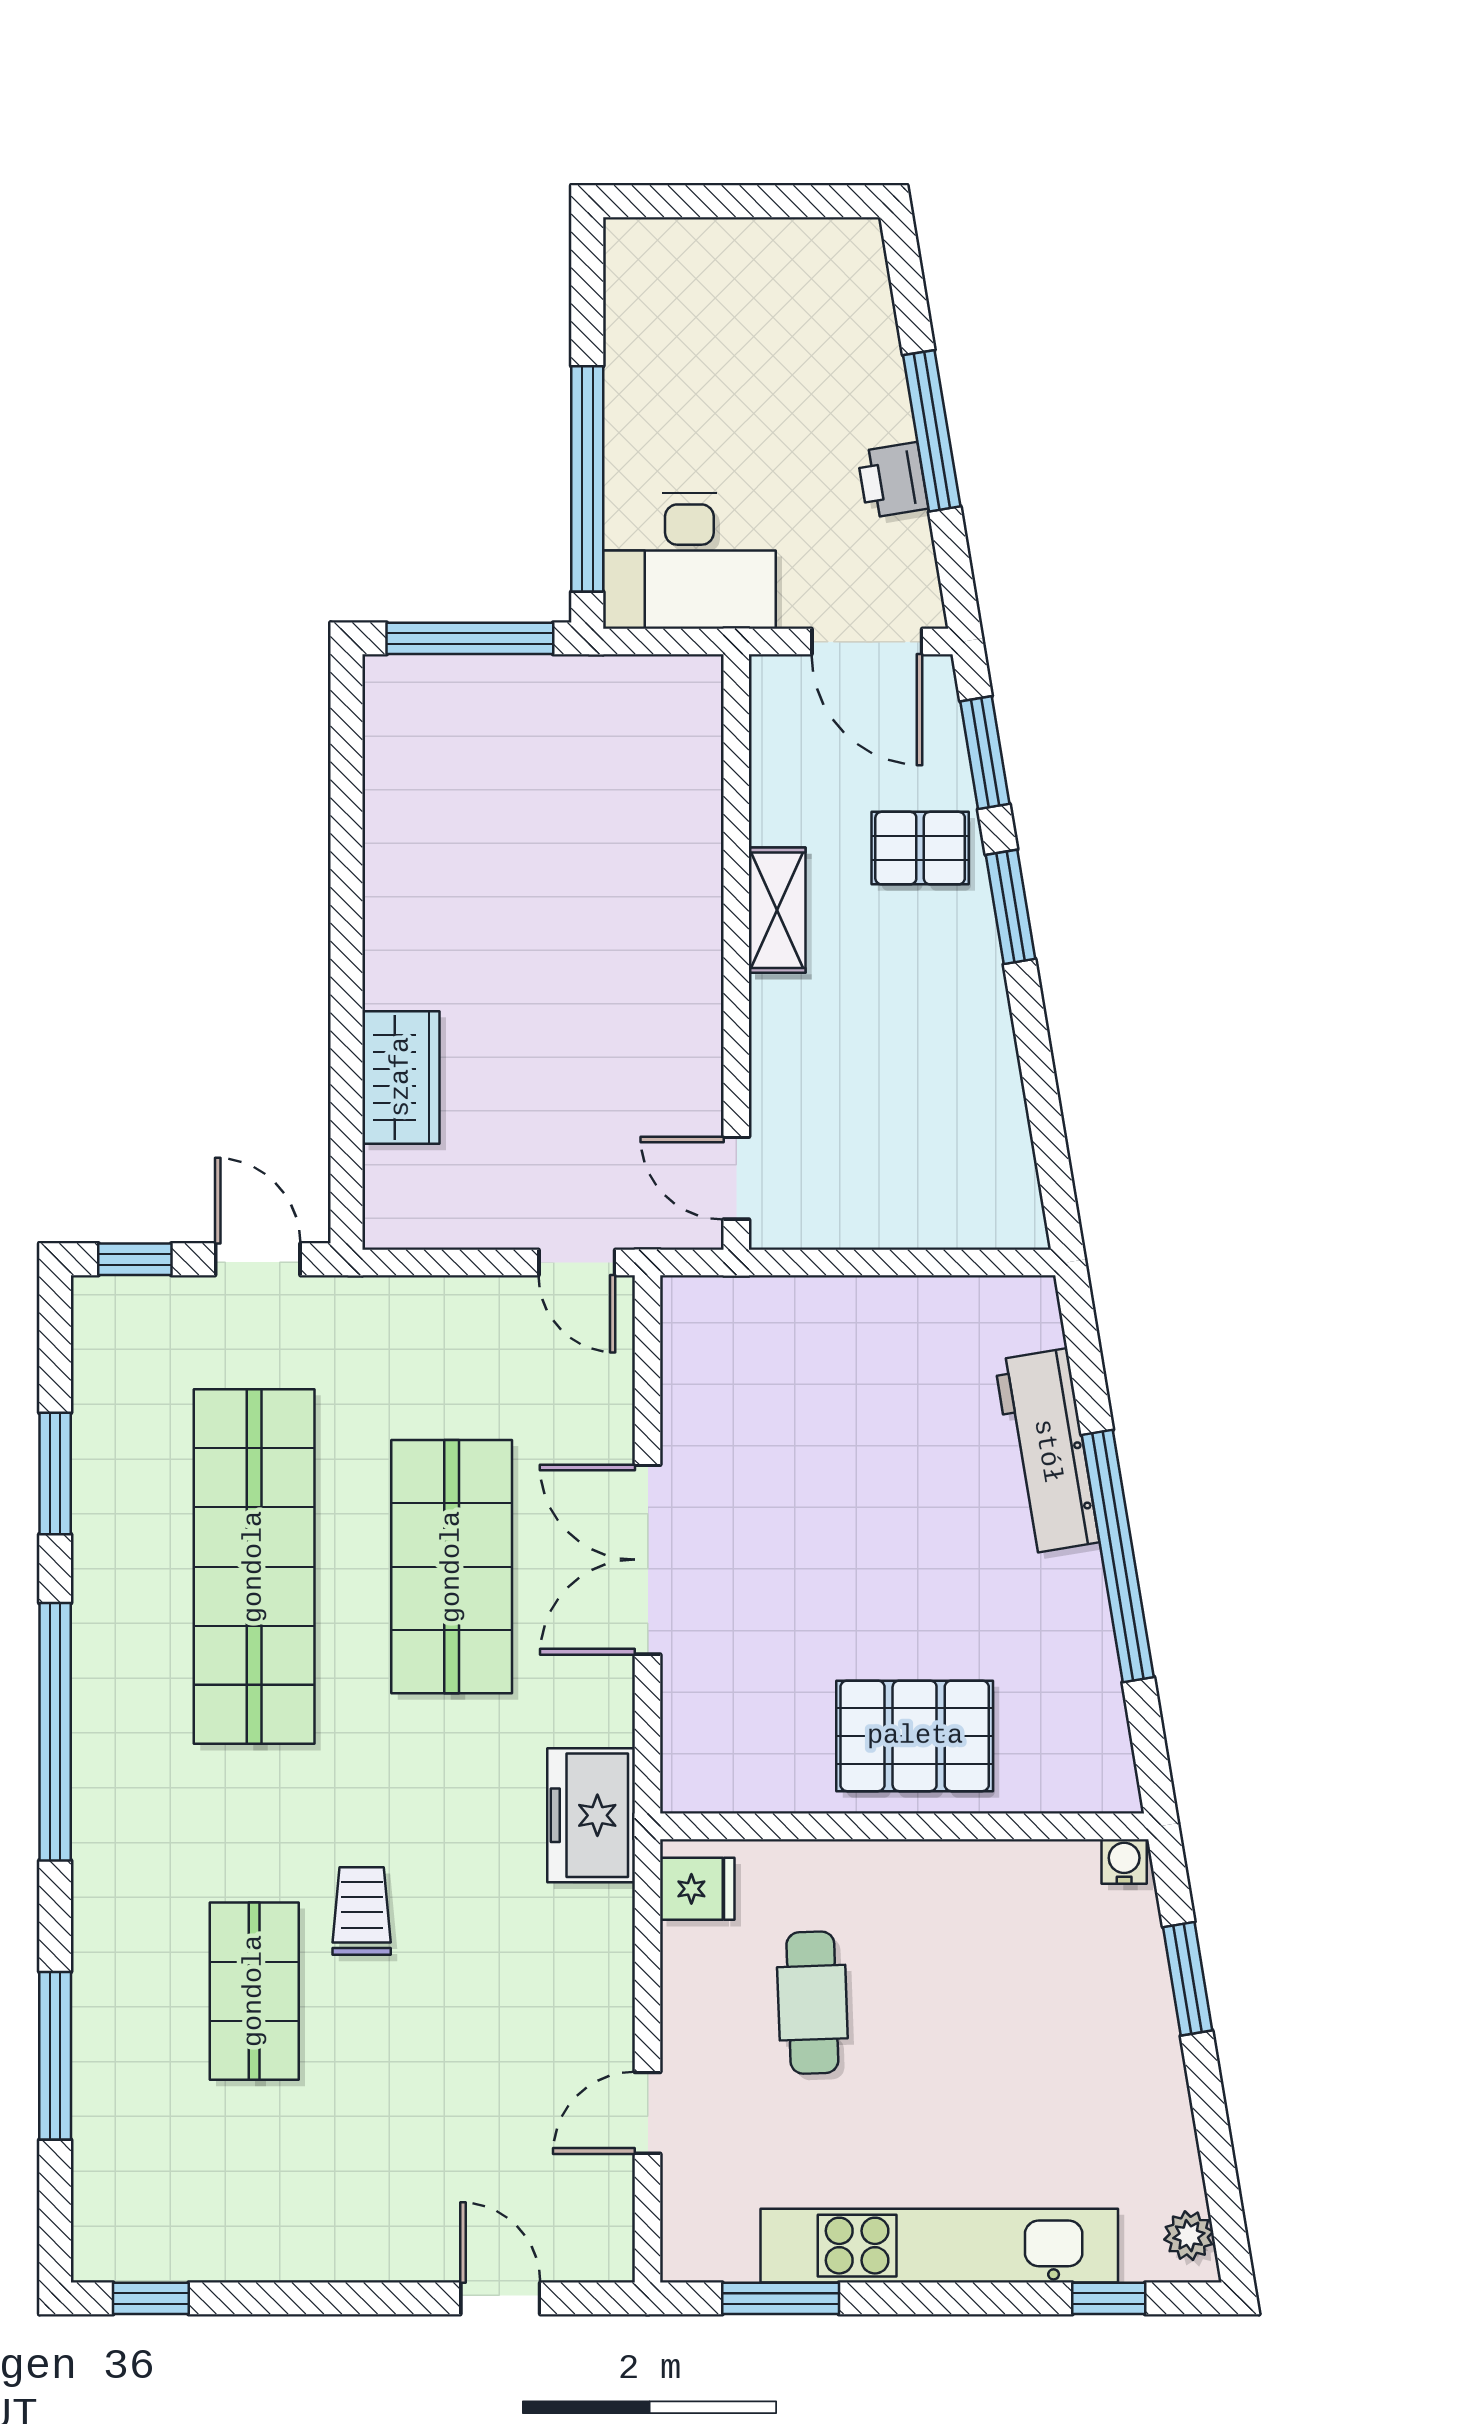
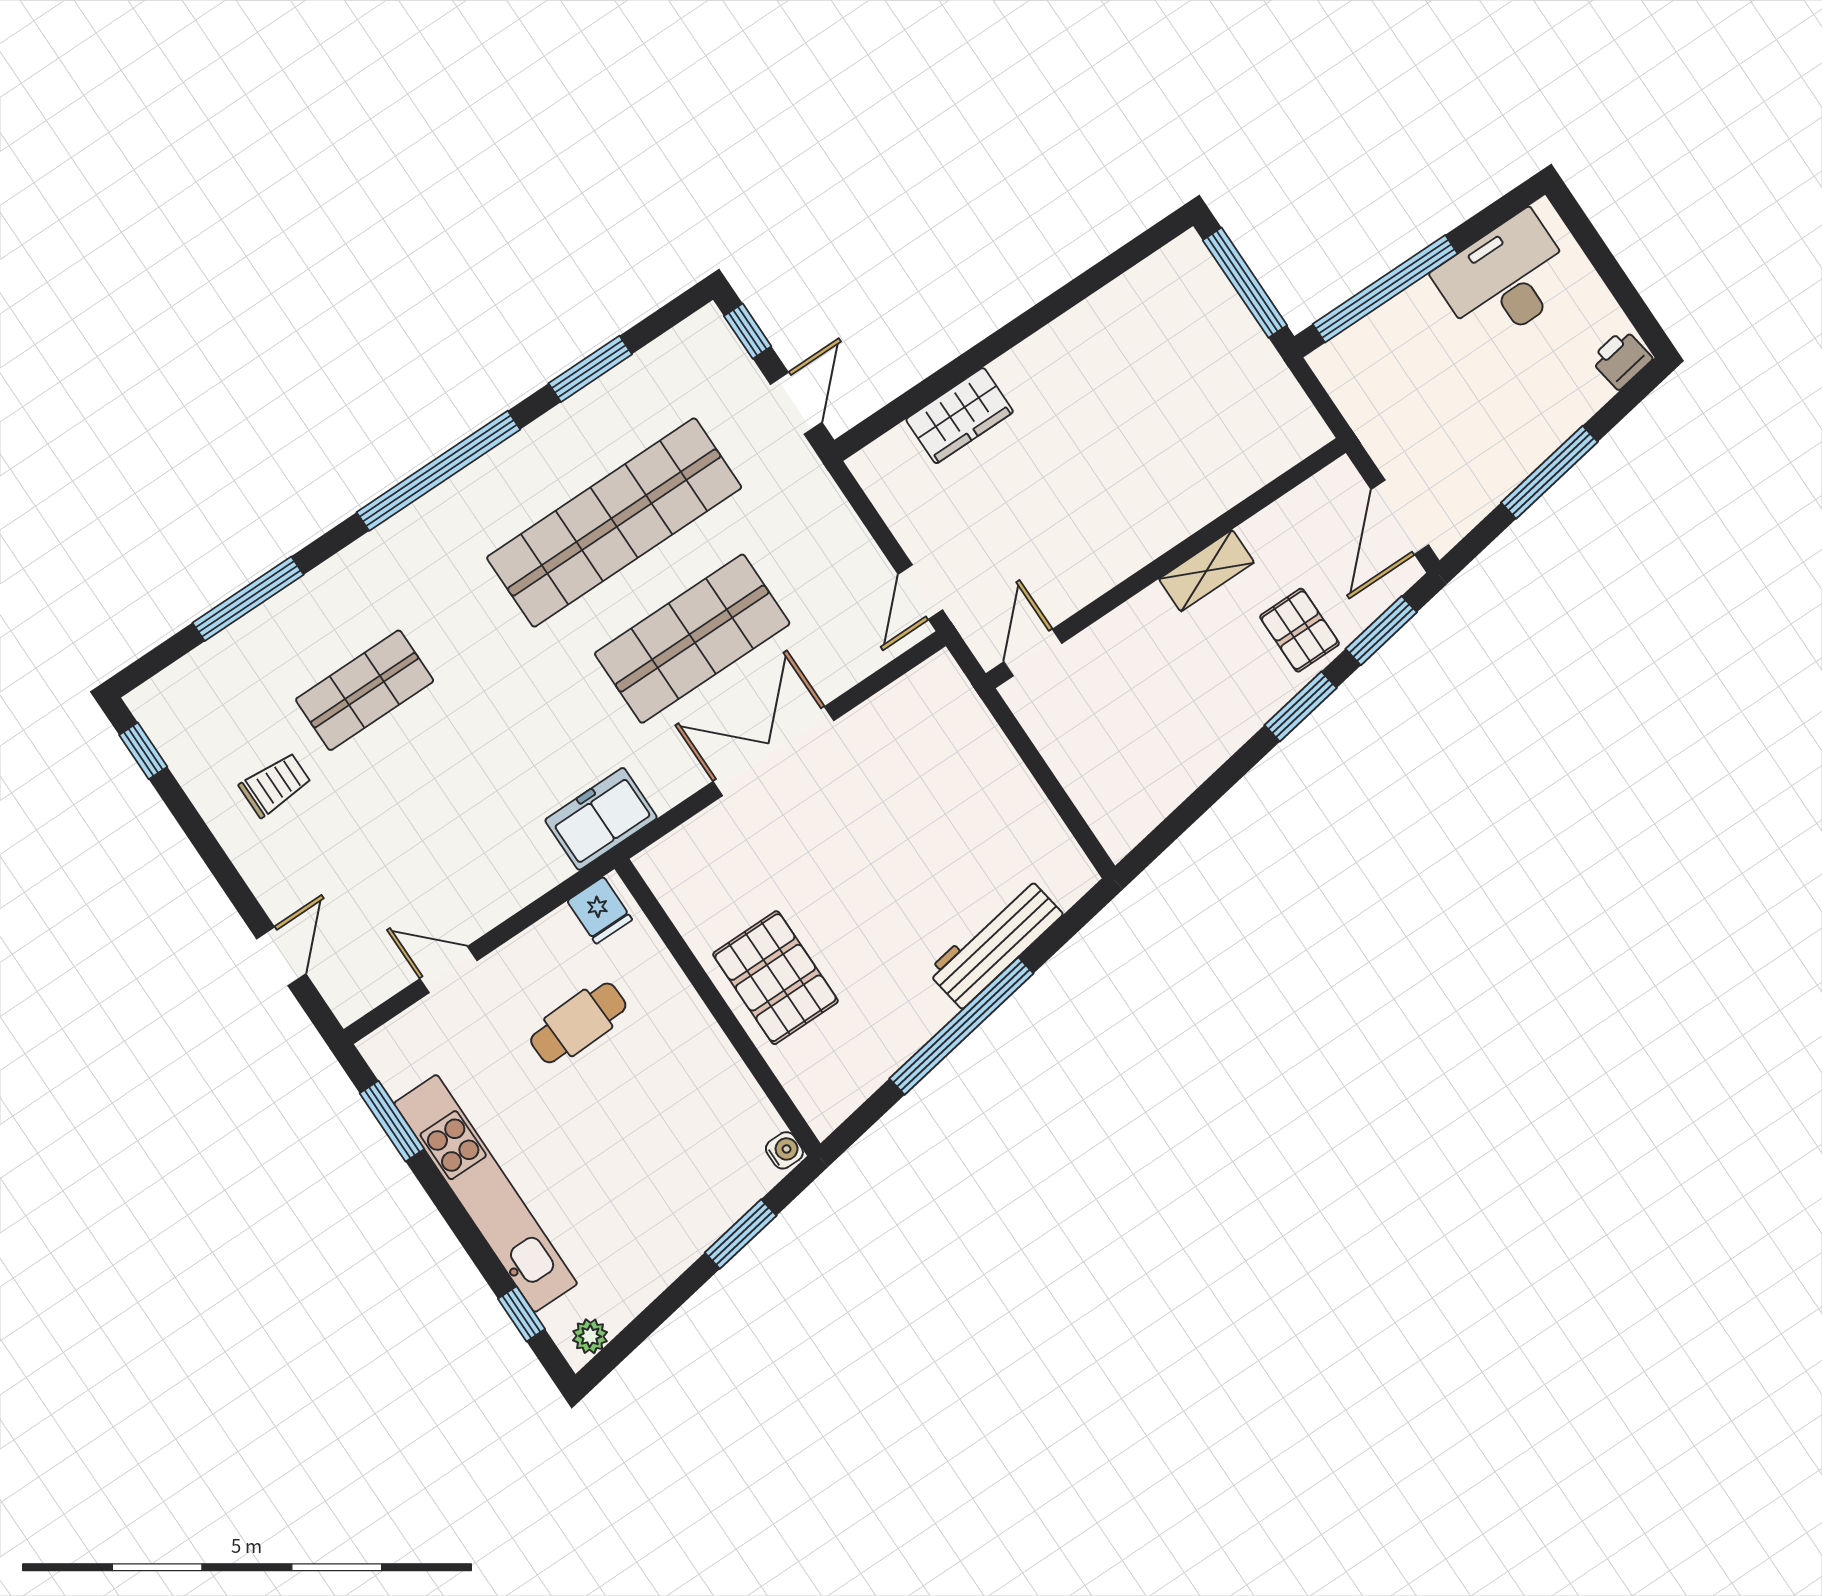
printer: (893, 480) -> (1621, 359), moved
desk: (689, 561) -> (1505, 279), moved, turned 90
trolley: (362, 1911) -> (275, 785), moved

